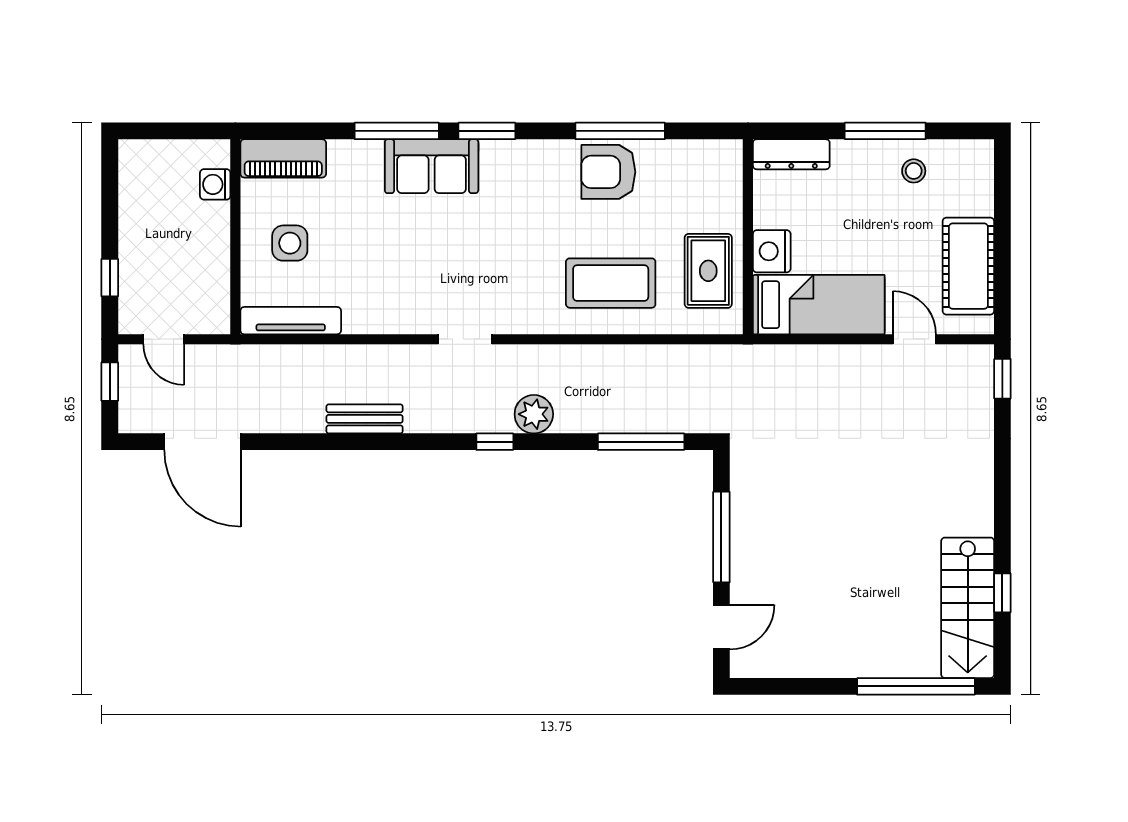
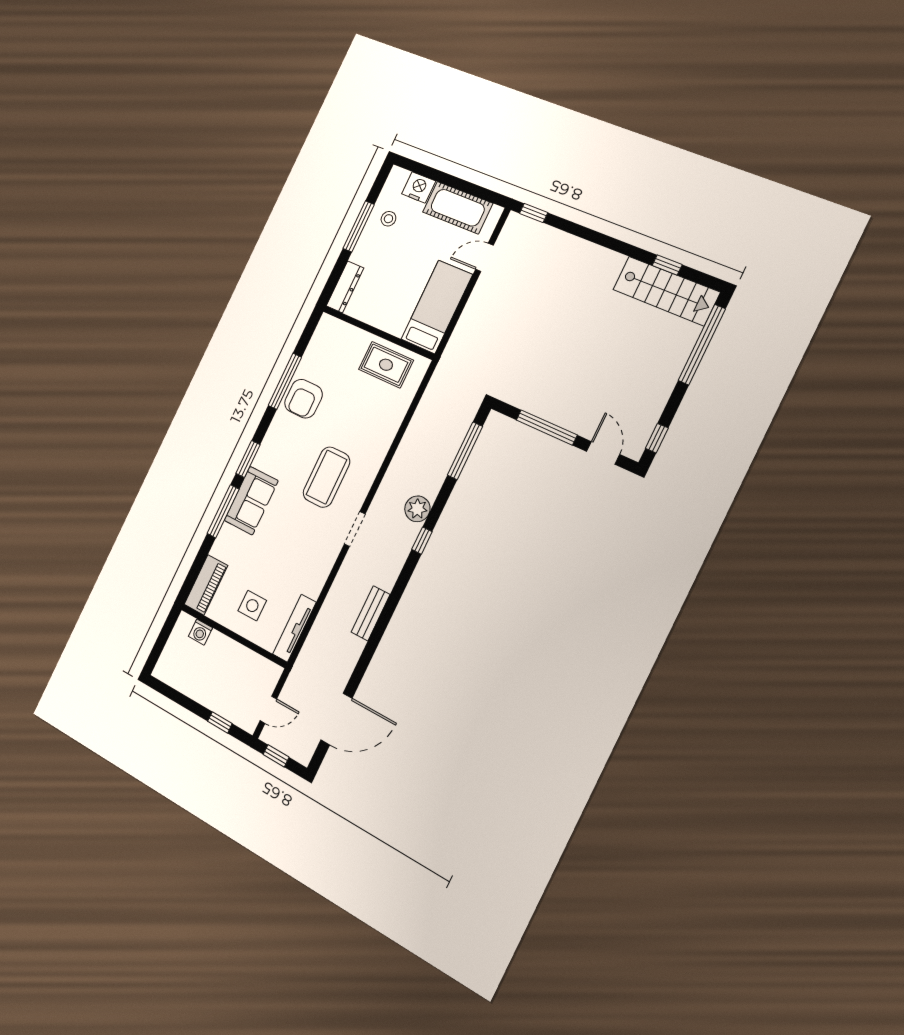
nightstand: (772, 251) -> (419, 187), moved, turned 180
coffee table: (611, 283) -> (326, 477), moved
window: (771, 686) -> (657, 438), added

